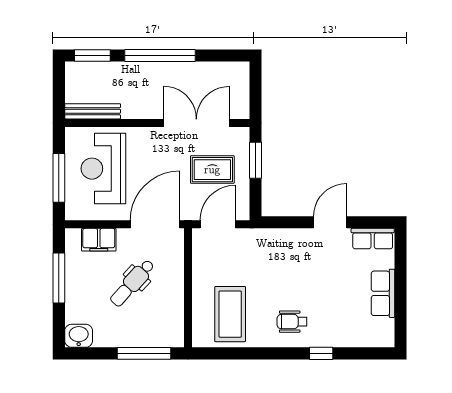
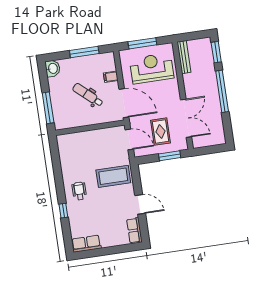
filing cabinet: (99, 240) -> (111, 77), width x0.50
row of seats: (383, 293) -> (86, 244), moved
coffee table: (230, 314) -> (113, 176), moved

